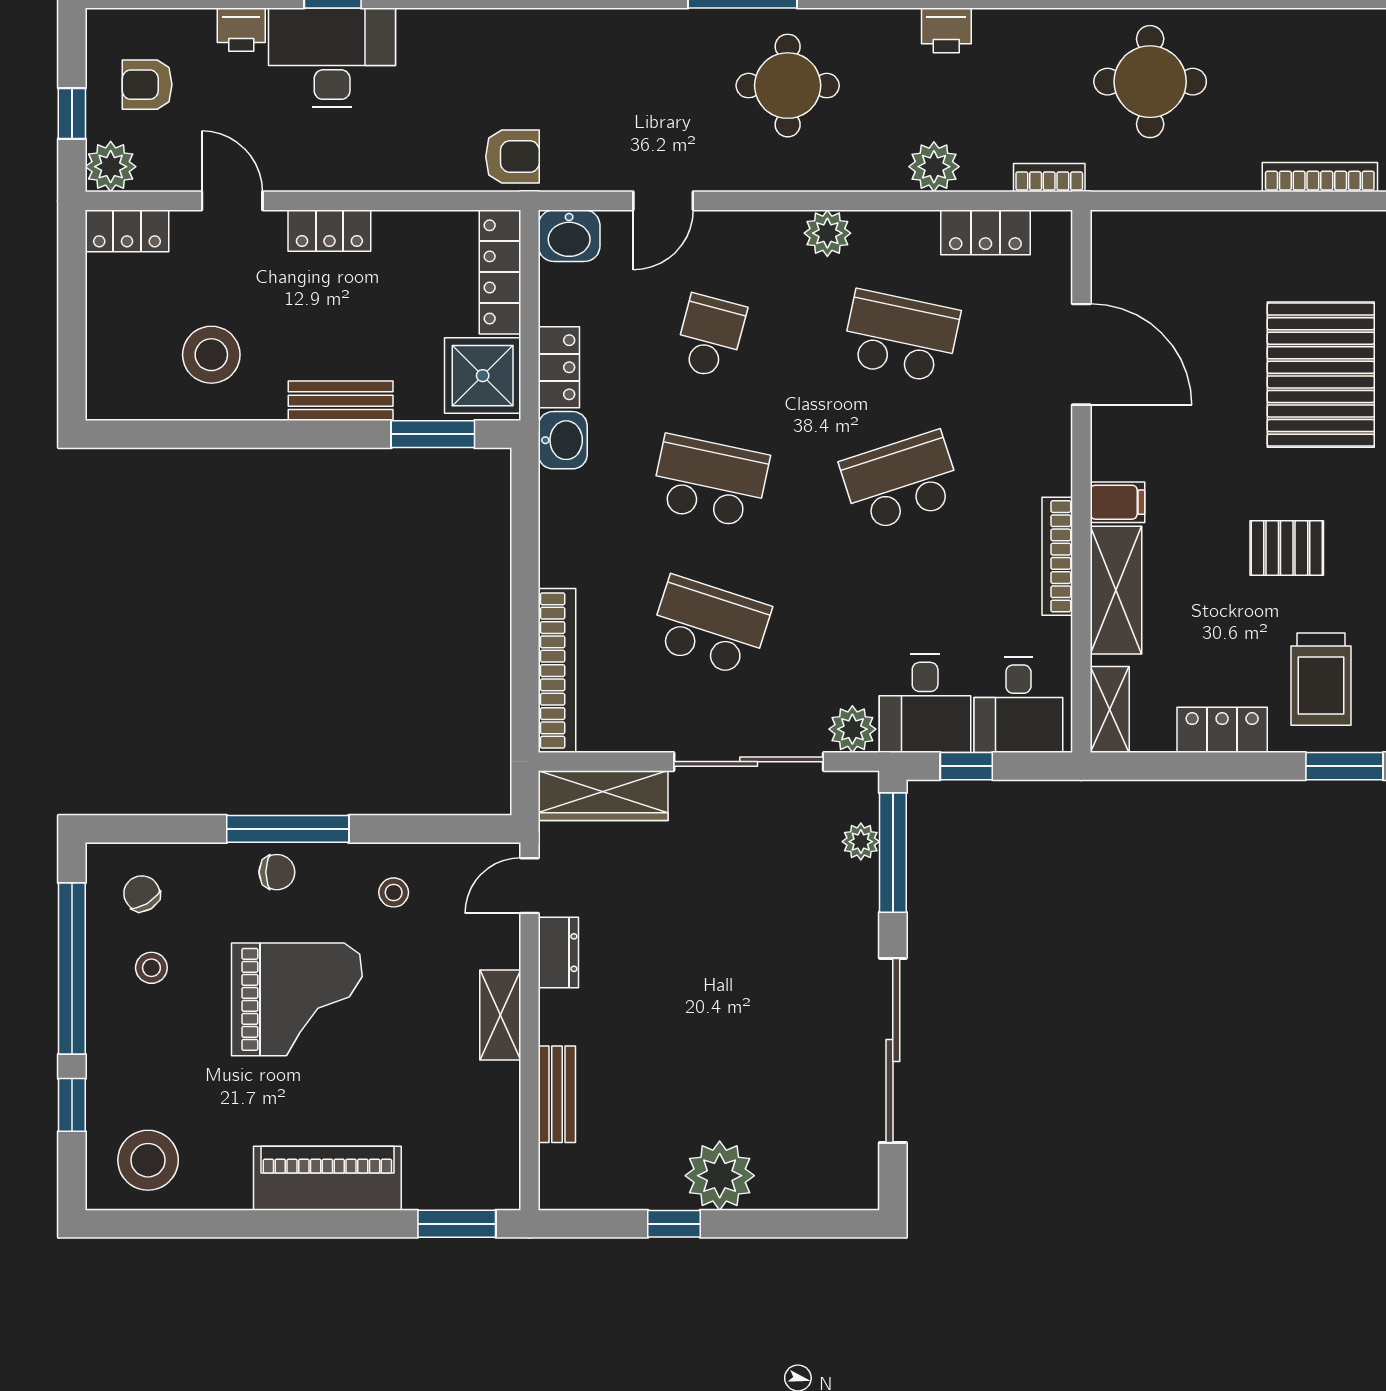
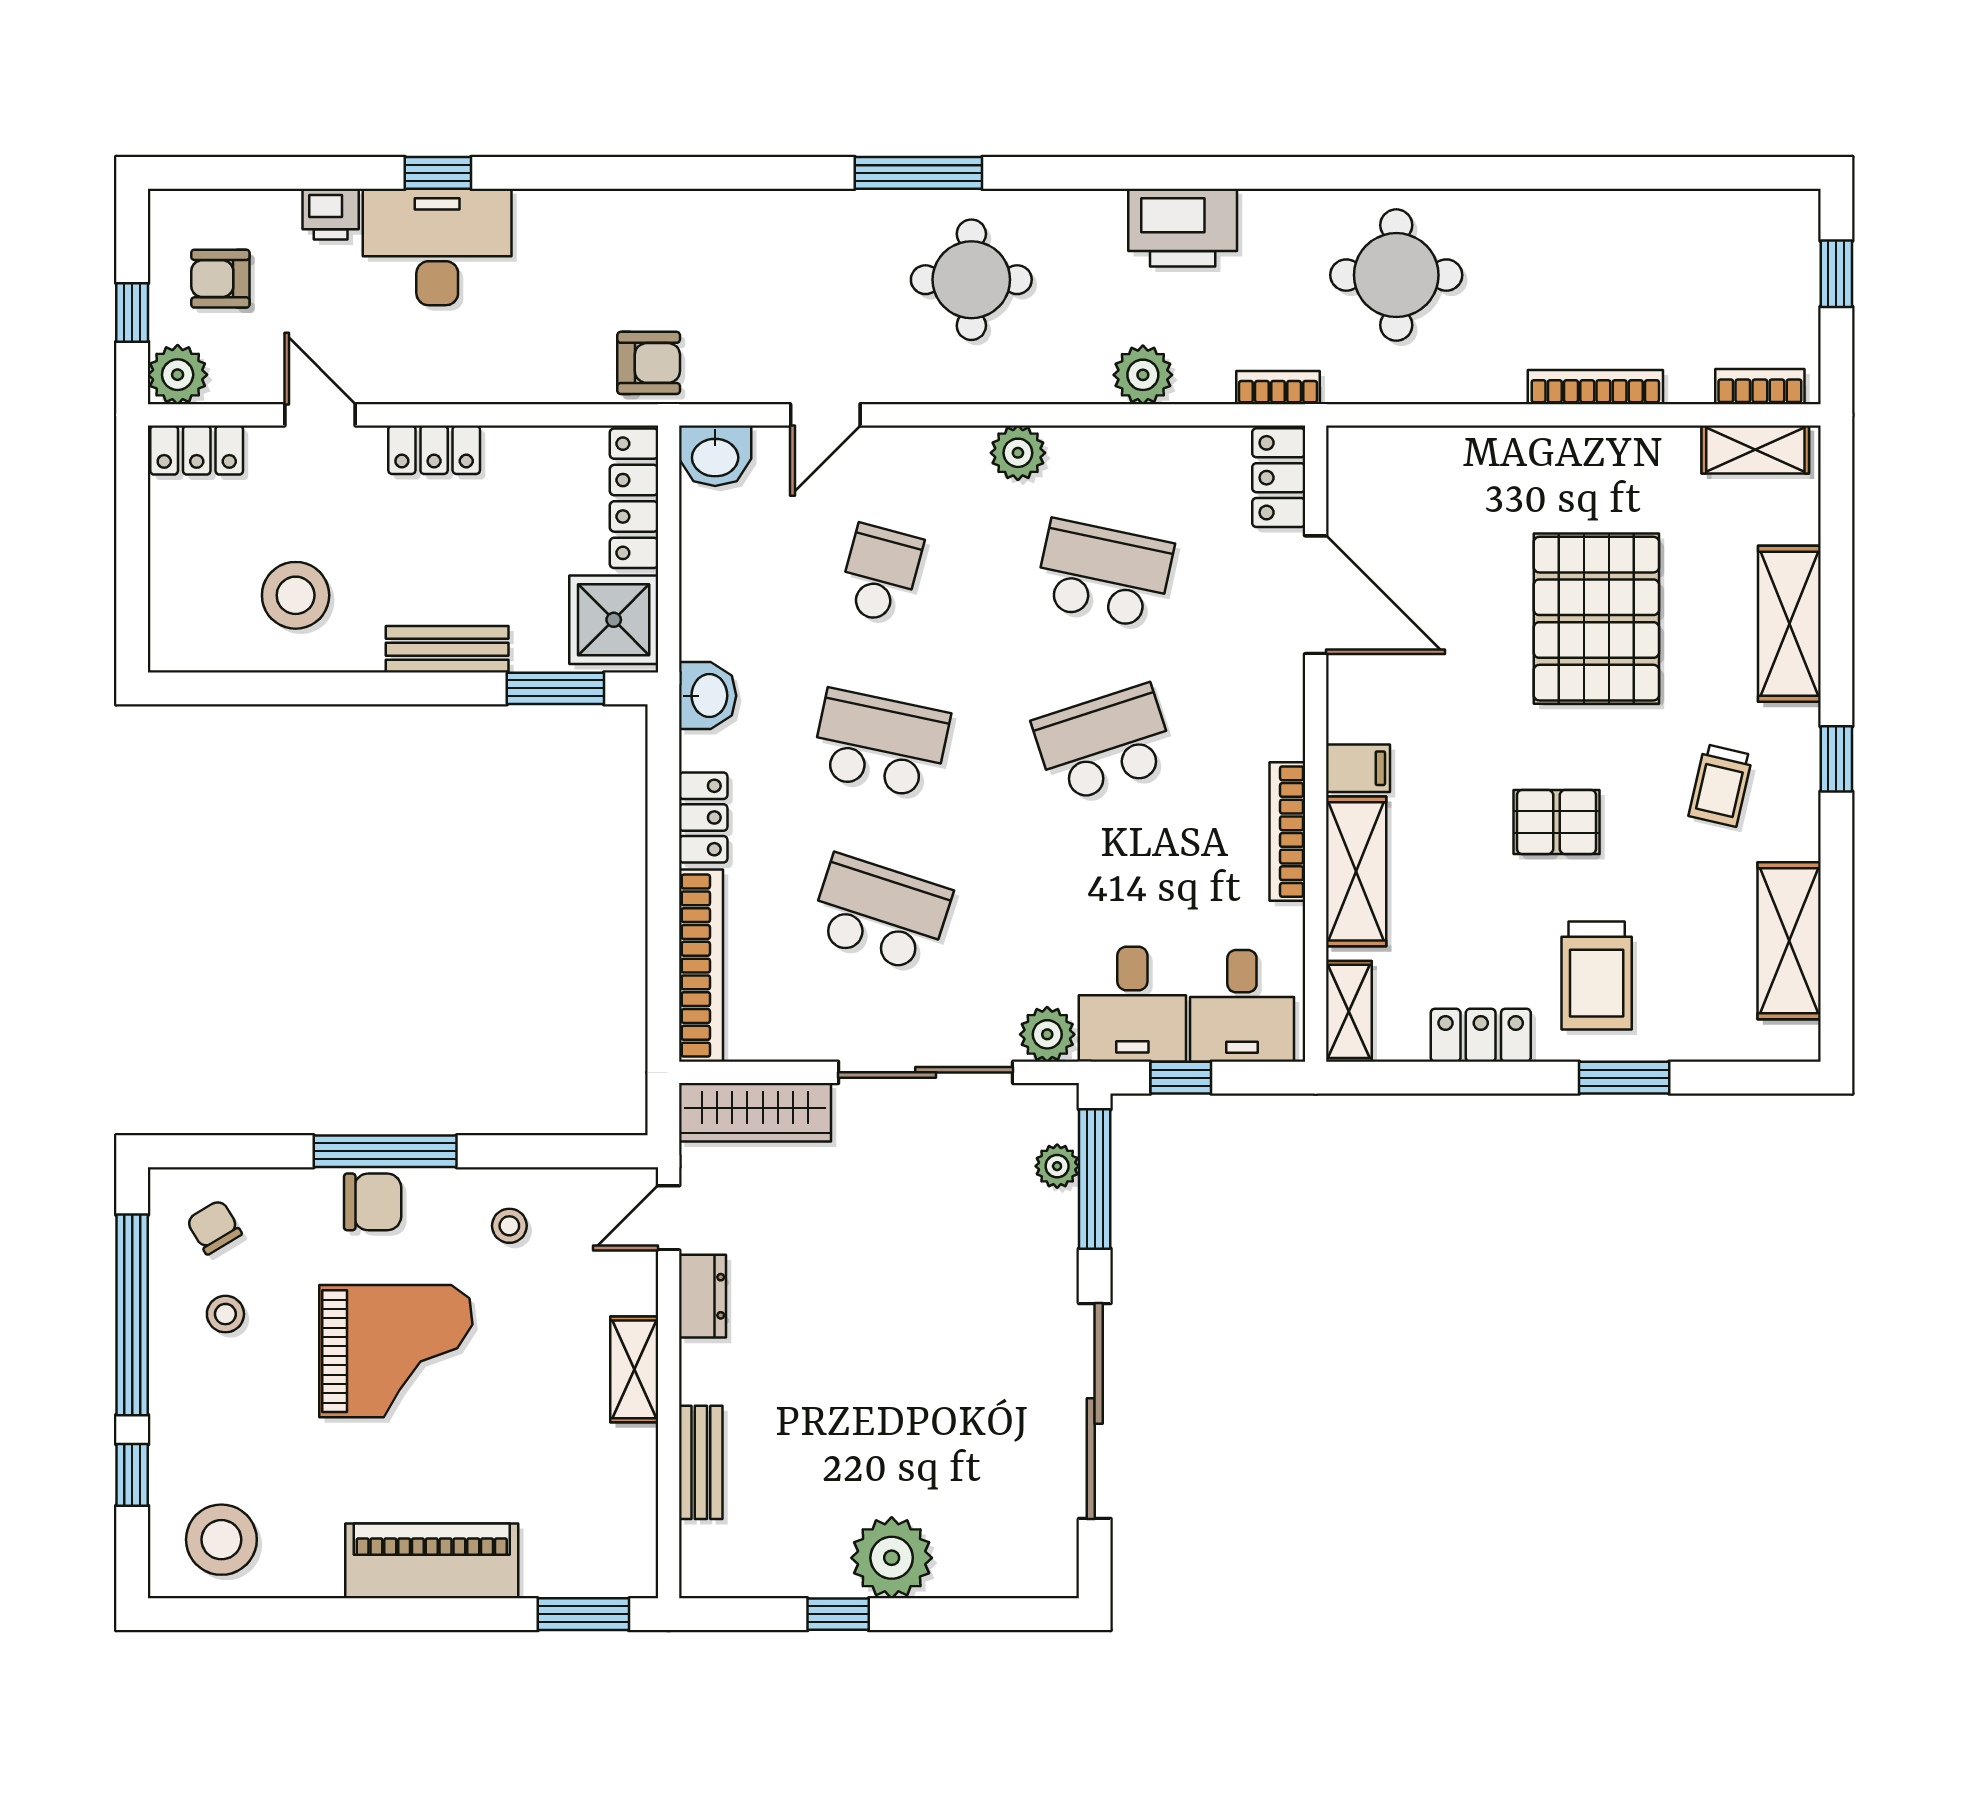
printer: (946, 30) -> (1183, 228), width x1.87, depth x1.48
locker: (985, 232) -> (1279, 478), moved, turned 90
locker: (559, 367) -> (703, 817), moved
chair: (277, 872) -> (373, 1202), width x1.37, depth x1.37

